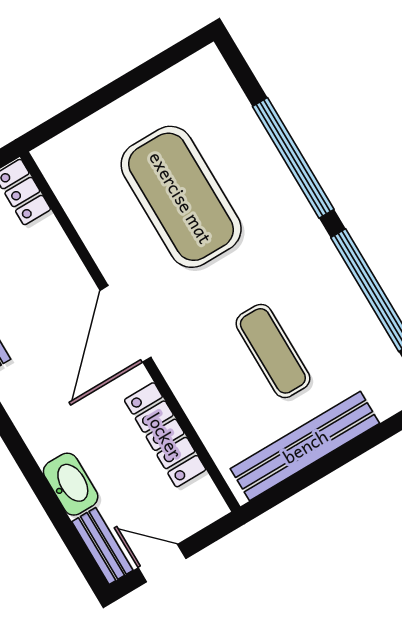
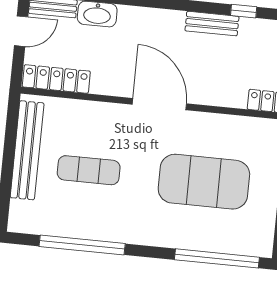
window: (293, 158) -> (217, 258), moved
locker: (165, 435) -> (56, 79), moved

